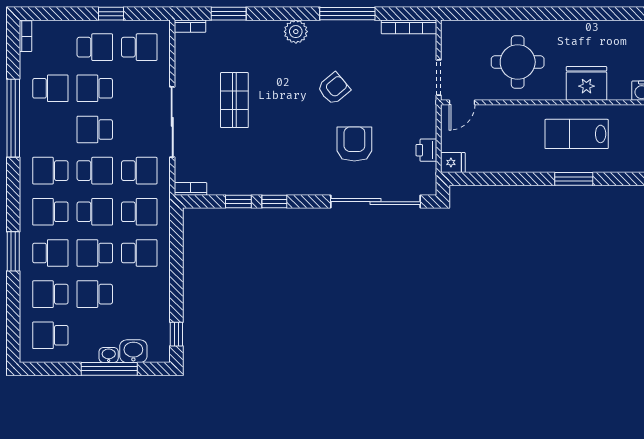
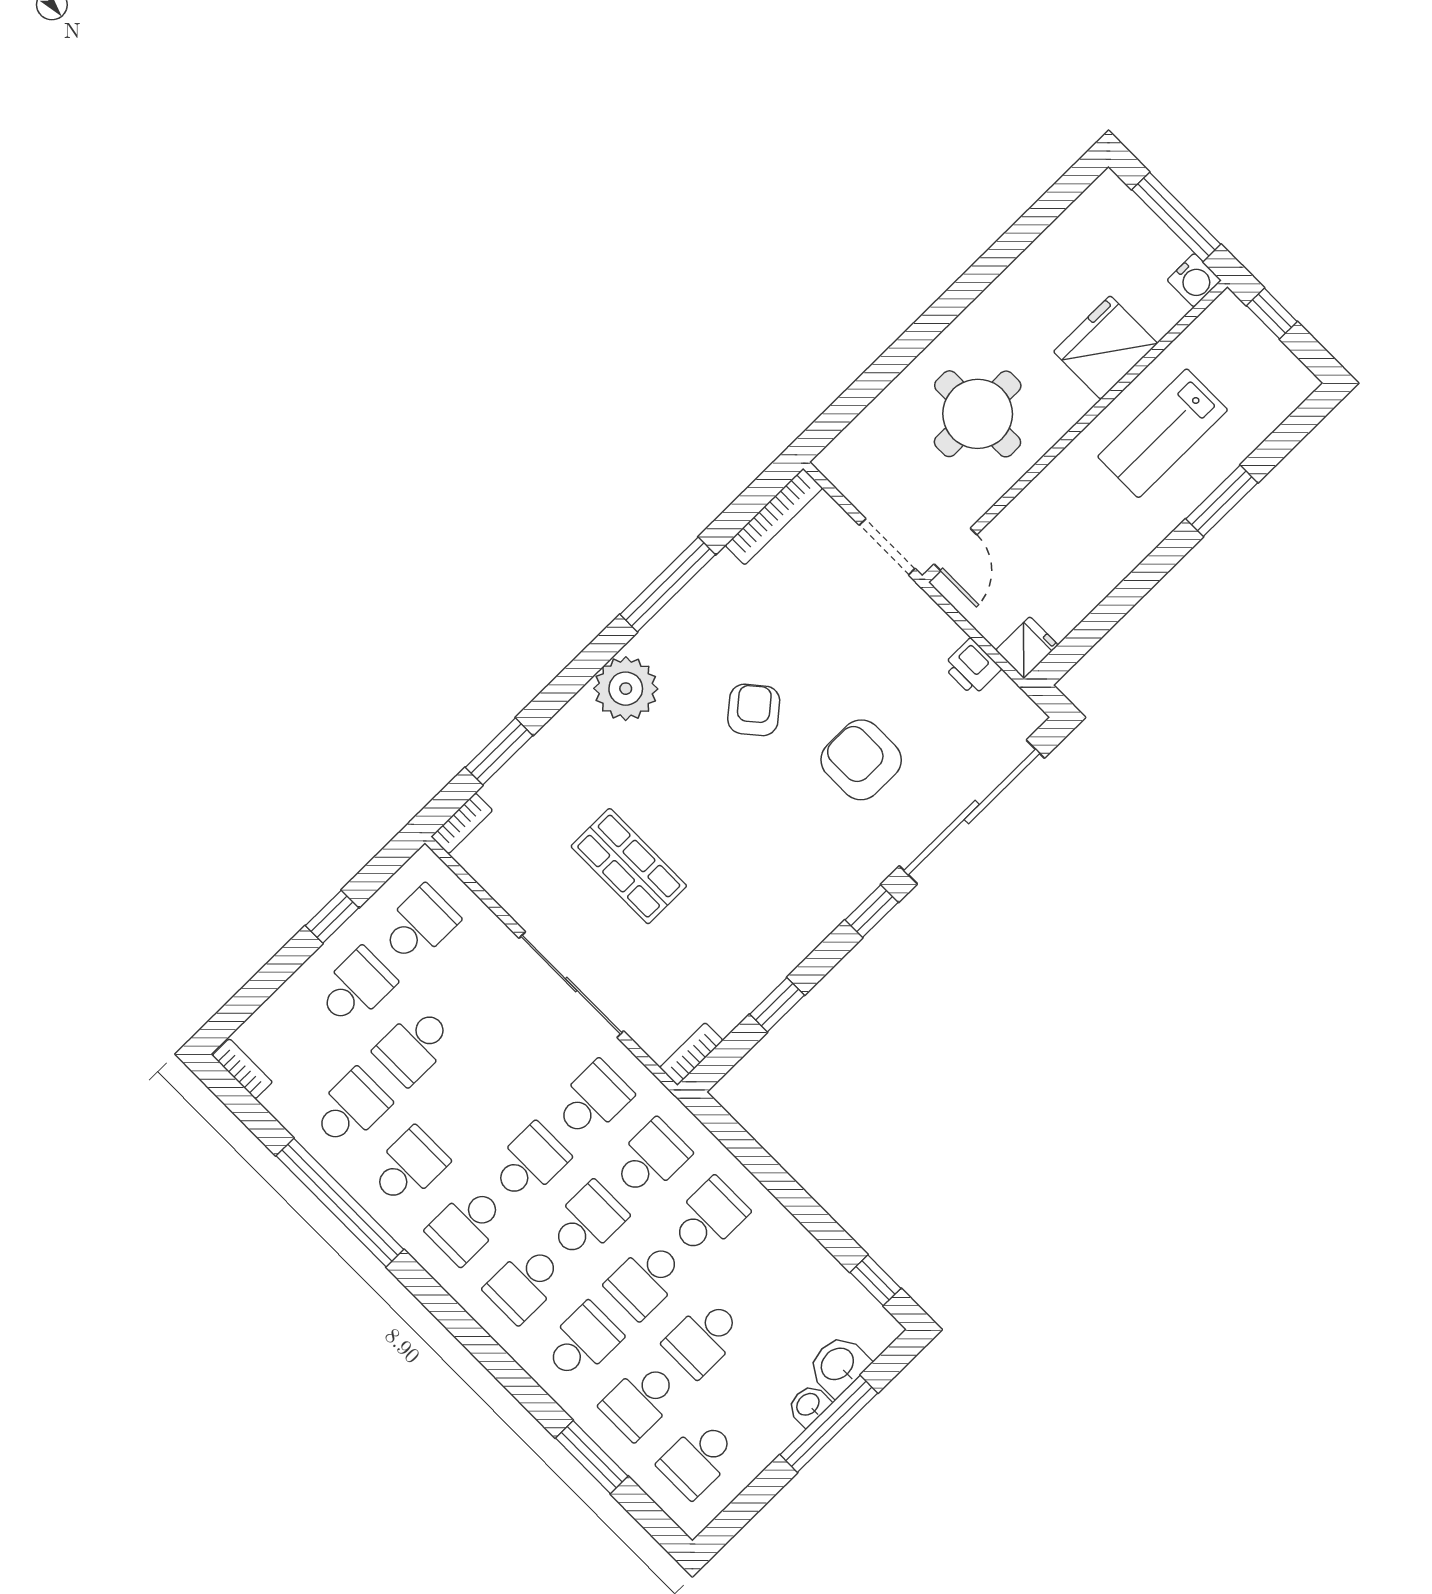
plant: (296, 32) -> (626, 689), width x1.36, depth x1.36
school desk: (95, 129) -> (409, 1167), moved, turned 180
window: (274, 202) -> (872, 911), moved
window: (13, 251) -> (592, 1457), moved

